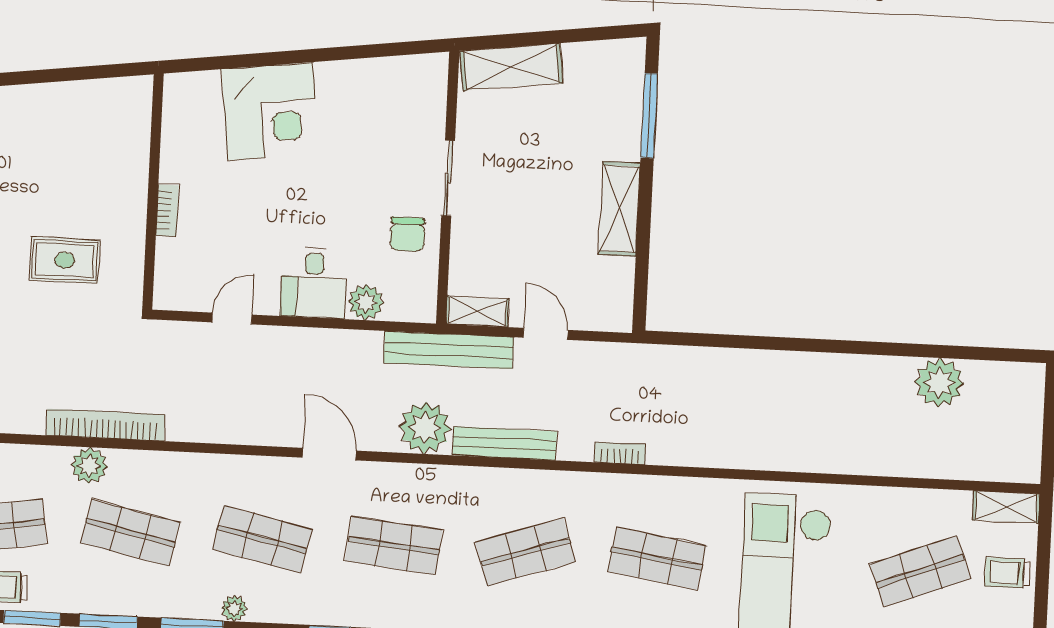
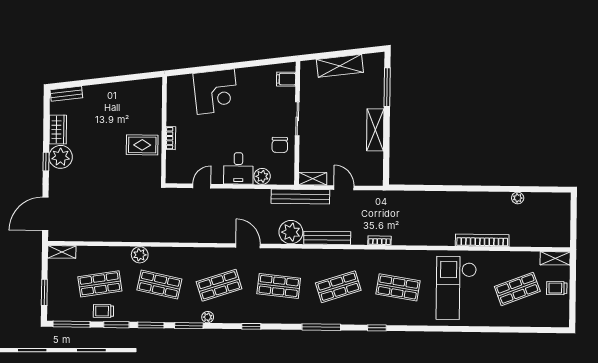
shelving: (511, 67) -> (340, 66), moved
filing cabinet: (427, 89) -> (286, 79), added
rug: (65, 260) -> (142, 145), moved
plant: (939, 383) -> (518, 198), width x0.53, depth x0.53
bookcase: (106, 425) -> (482, 240), moved
shop shelf: (262, 539) -> (219, 285), turned -30

